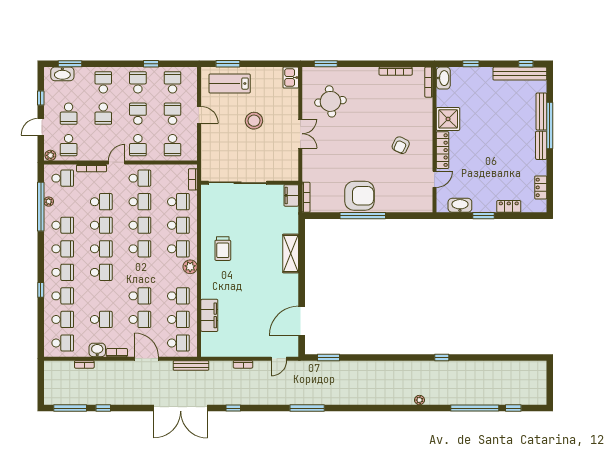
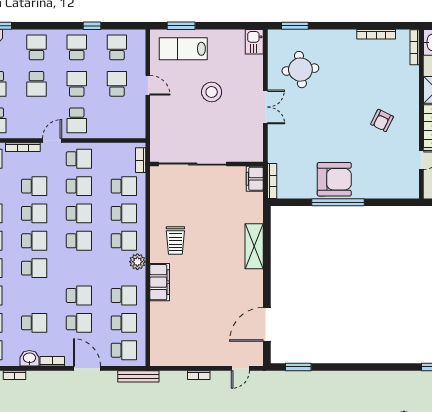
school desk: (173, 145) -> (117, 120), removed
filing cabinet: (209, 315) -> (160, 282), moved

